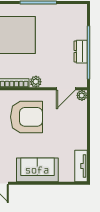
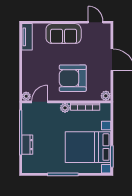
dresser: (81, 52) -> (27, 145), moved

